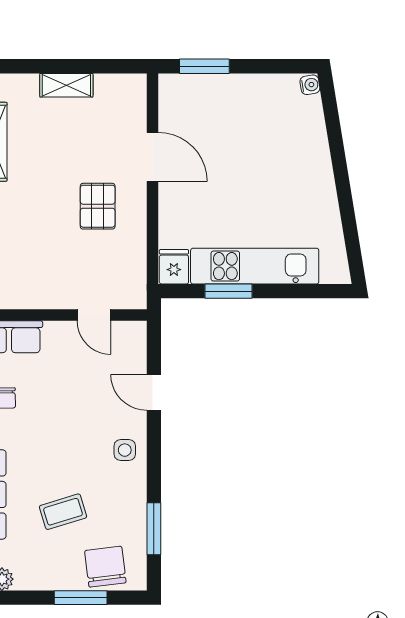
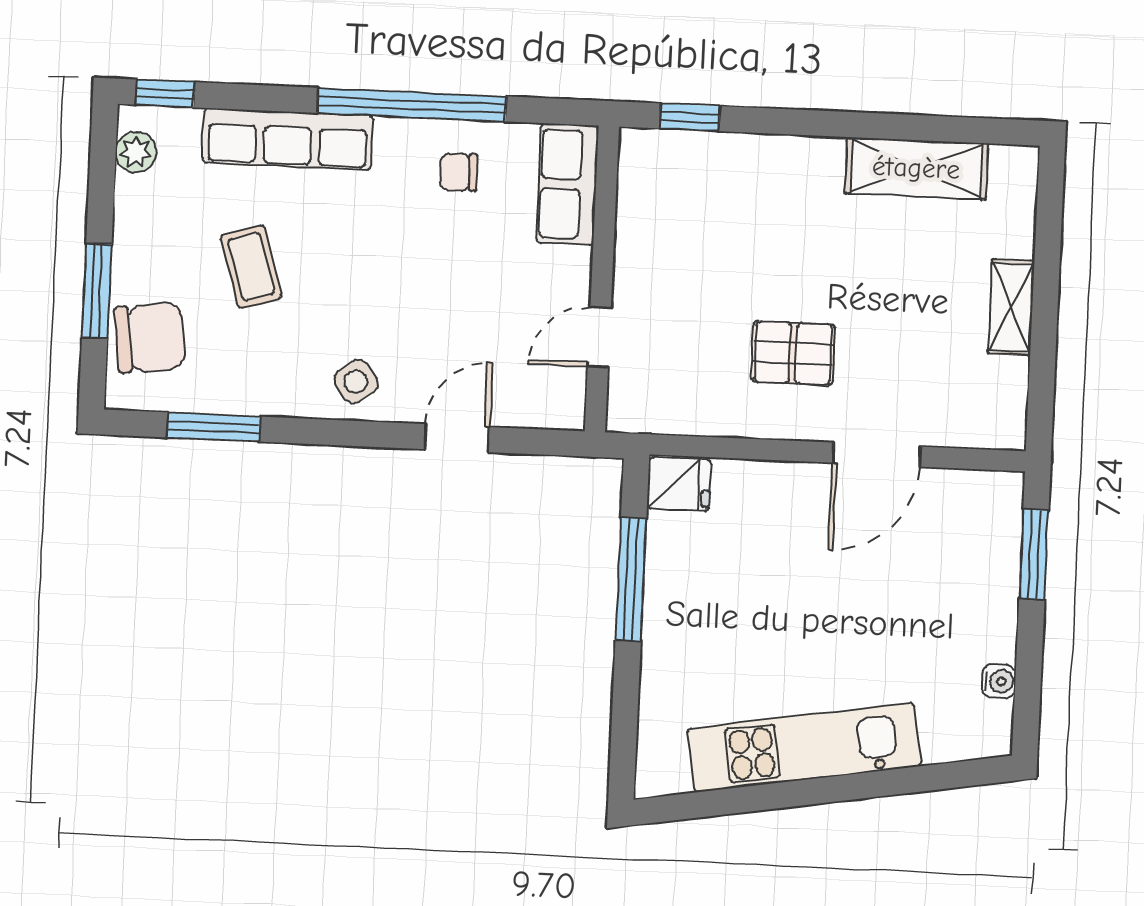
water cooler: (310, 85) -> (999, 681), moved, turned -81
kitchen unit: (255, 266) -> (804, 747), moved, turned -99
window: (229, 291) -> (631, 579), width x1.44
side table: (125, 450) -> (356, 382), turned -36

